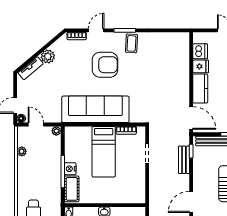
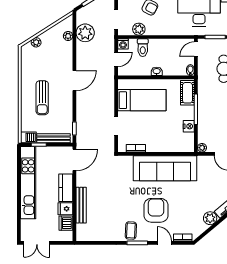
door: (96, 30) -> (164, 243), swing flipped
armchair: (105, 65) -> (156, 210), turned 90
door: (191, 118) -> (74, 160), swing flipped
bed: (104, 152) -> (142, 100), moved, turned 90
bench: (184, 160) -> (81, 205), moved, width x1.36
nightstand: (70, 169) -> (189, 126), moved

